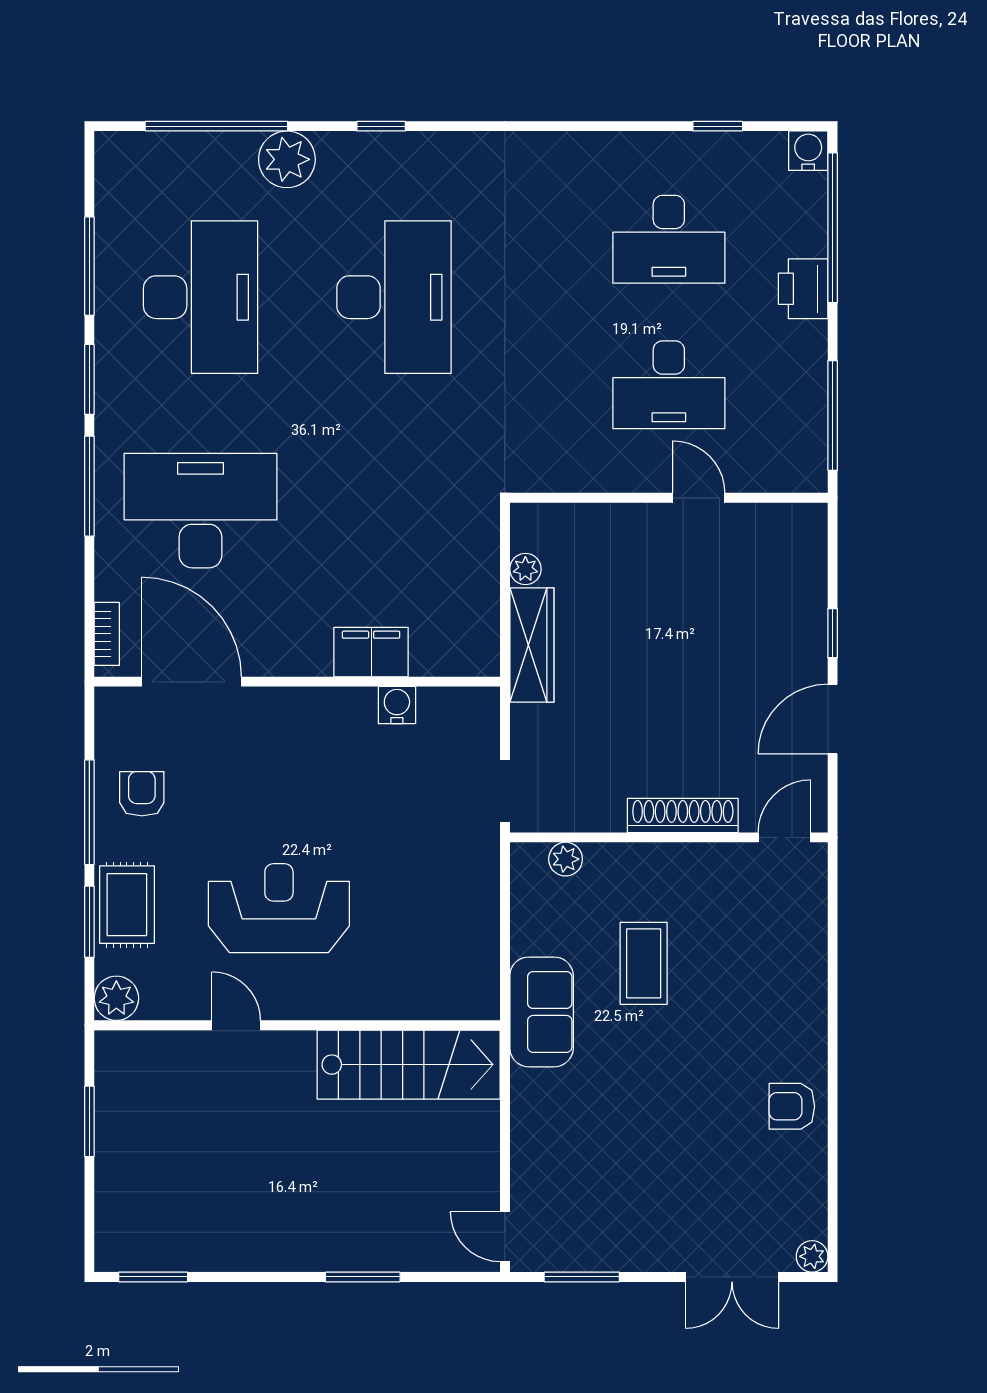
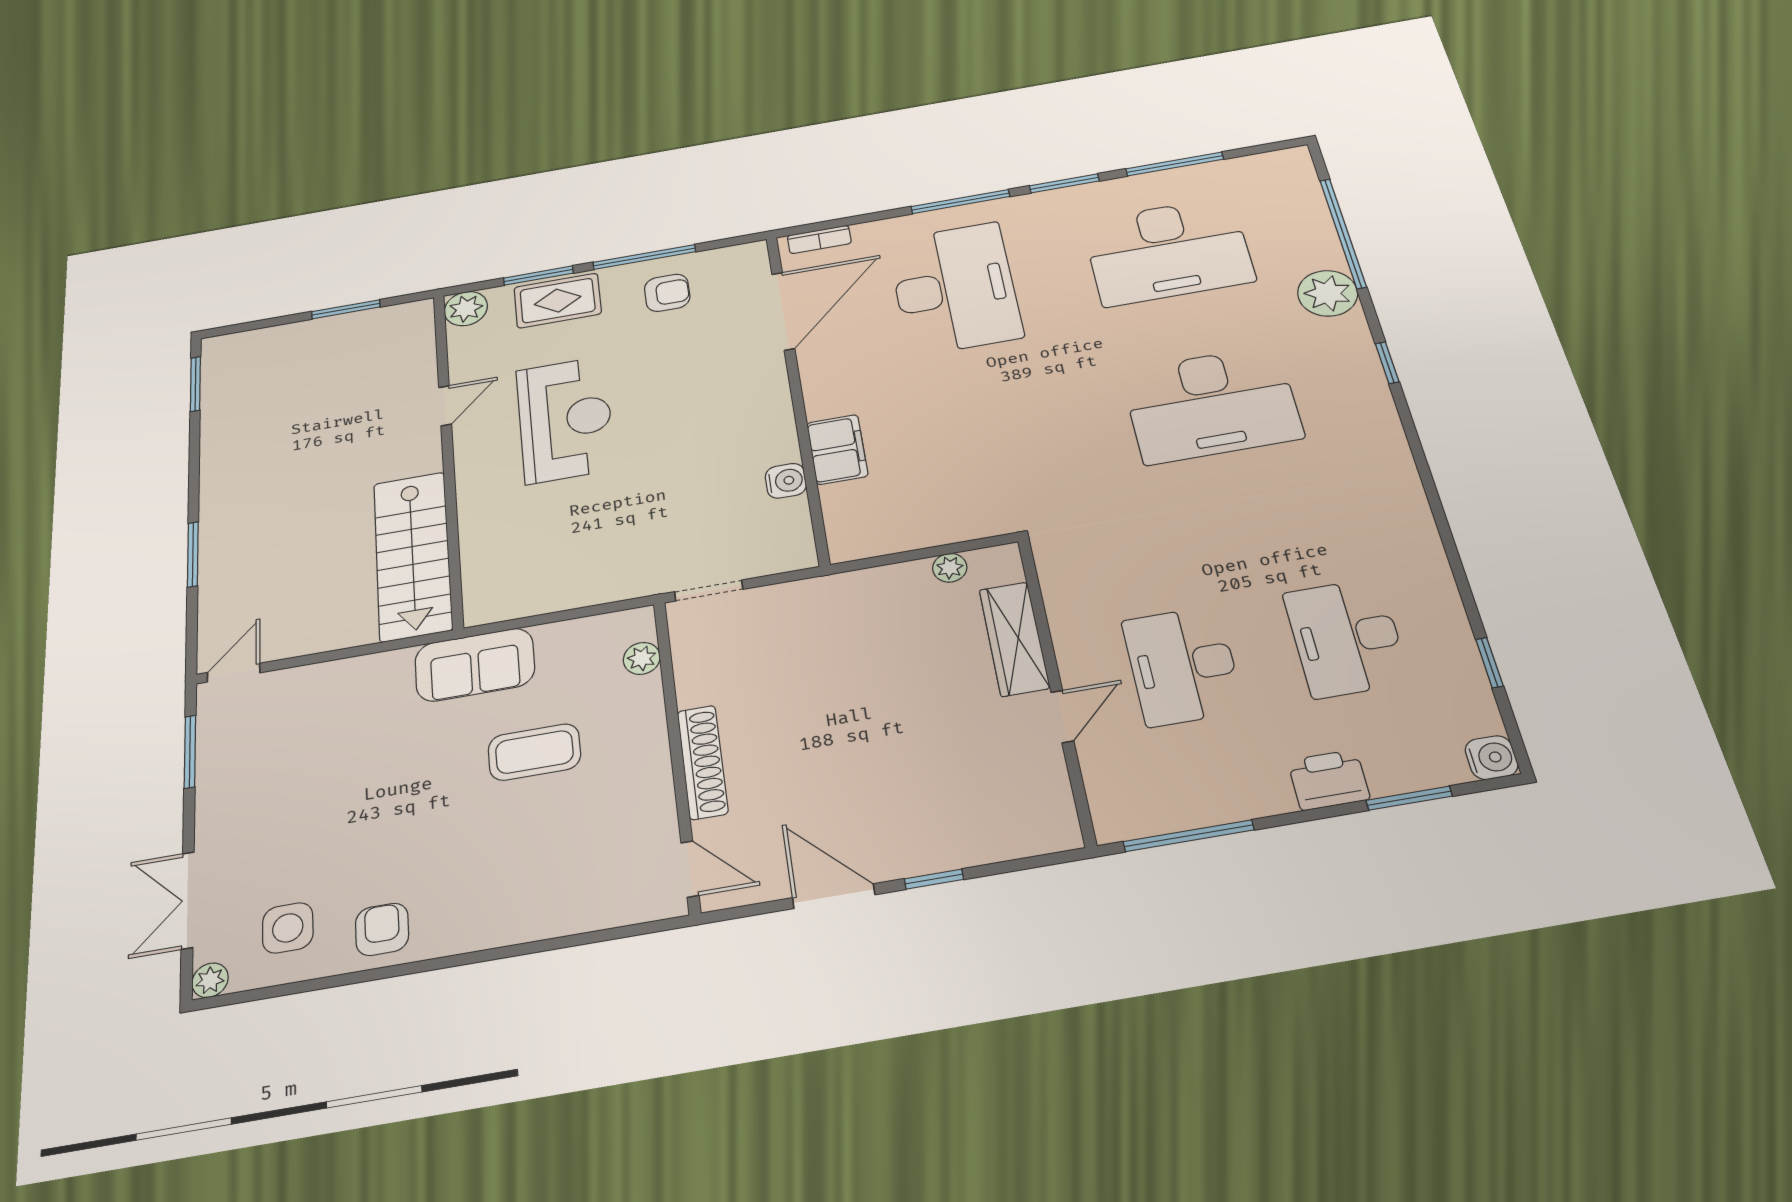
window: (833, 228) -> (1409, 798), width x0.47
wardrobe: (532, 645) -> (1014, 639), moved, turned 90
side table: (775, 1188) -> (288, 928), added

